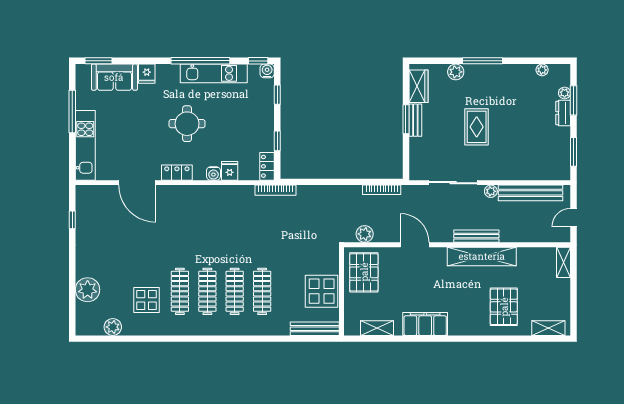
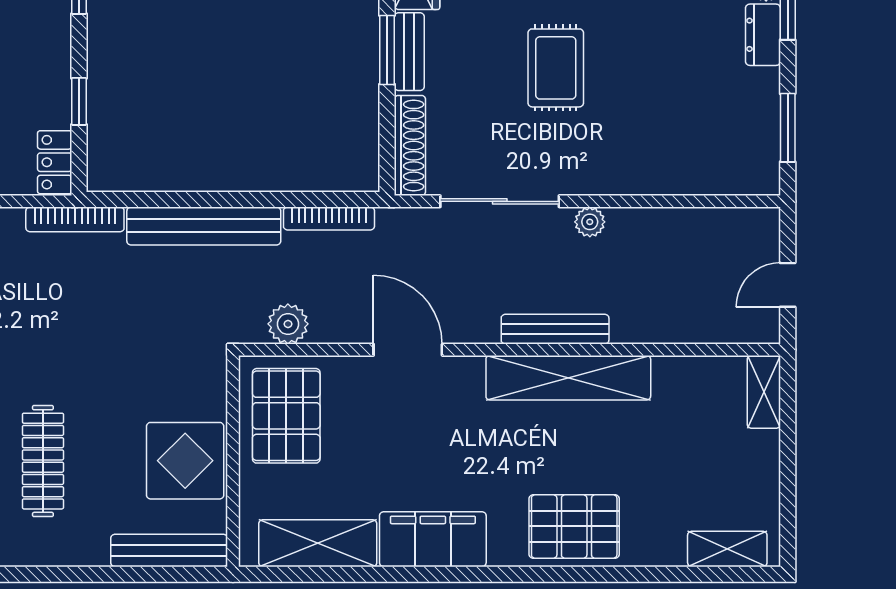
shoe rack: (416, 159) -> (410, 145), added
bench: (530, 193) -> (204, 226), moved
pallet: (504, 307) -> (574, 526), moved, turned 90
shelving: (377, 328) -> (318, 543), width x1.50, depth x1.33

